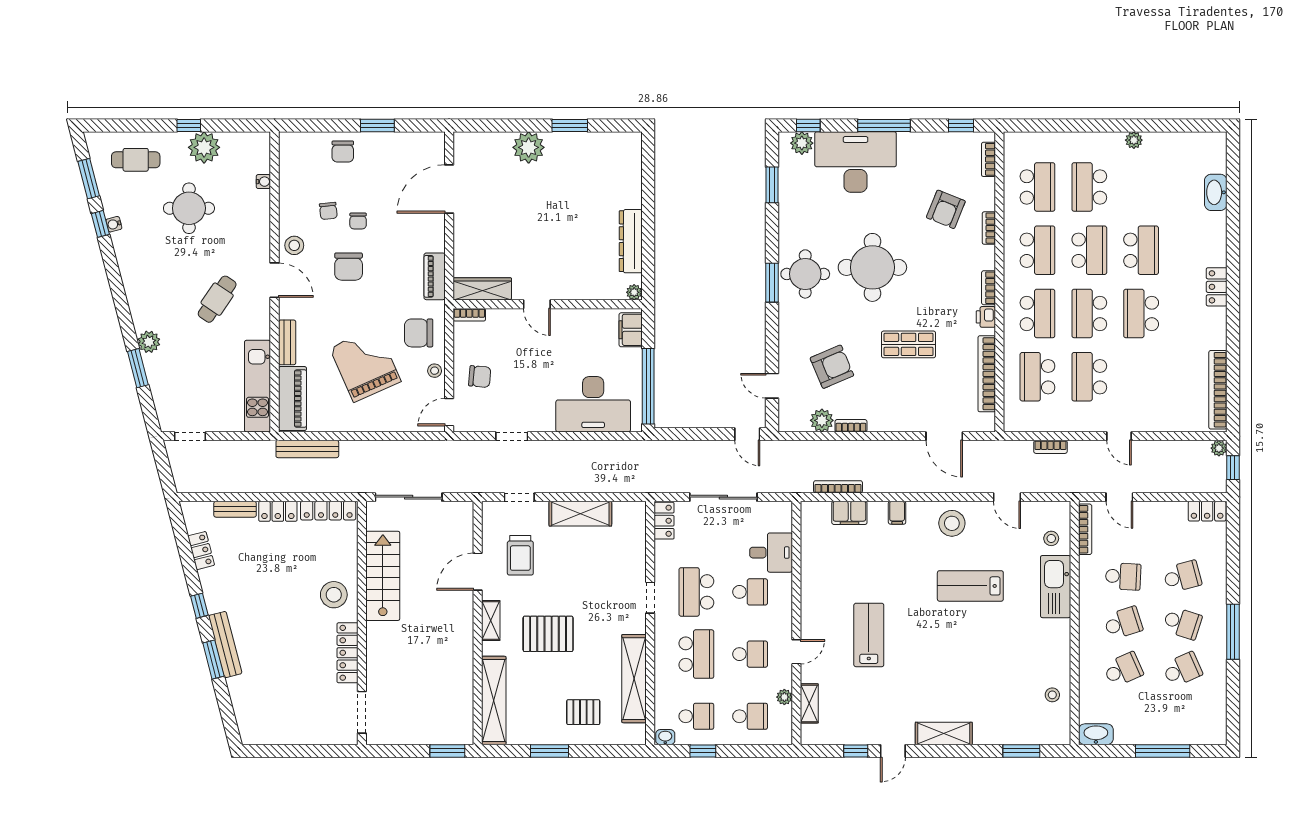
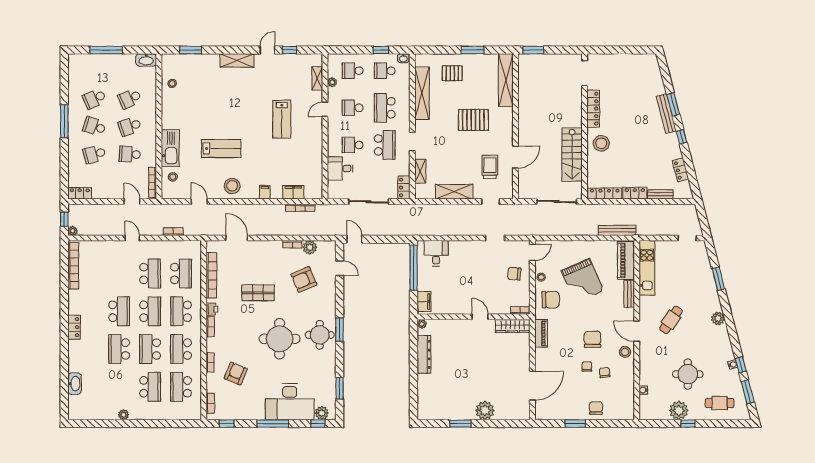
plant: (149, 342) -> (718, 318), moved
desk: (593, 404) -> (436, 253), width x0.53, depth x0.77
shelving: (491, 620) -> (420, 171), moved

